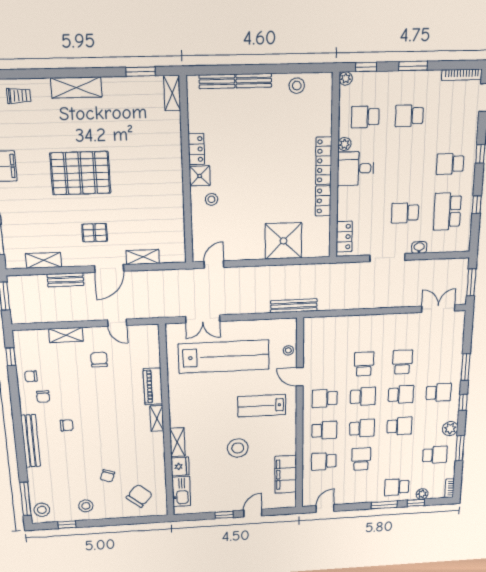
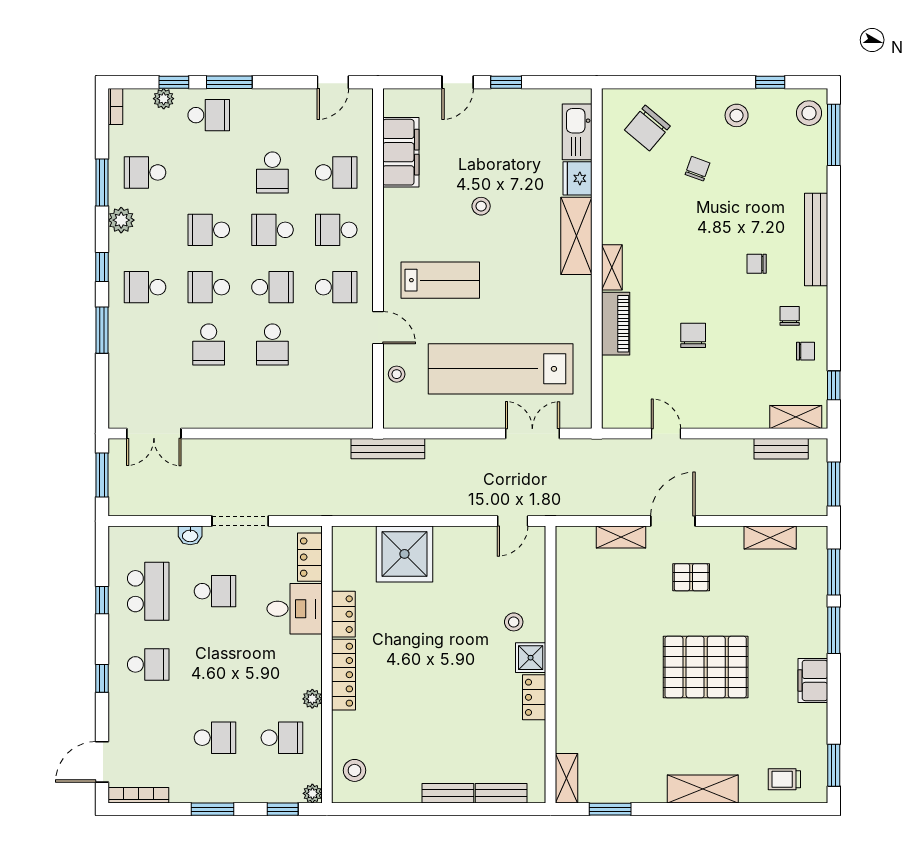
stool: (297, 86) -> (355, 770), moved
desk: (356, 169) -> (295, 609), moved
bench: (65, 280) -> (781, 449), moved
shelving: (66, 335) -> (796, 417), moved
chair: (99, 360) -> (693, 335), moved, turned 180
school desk: (363, 396) -> (272, 287), turned 180
shelving: (177, 442) -> (576, 236), width x1.50, depth x1.33
stool: (238, 448) -> (481, 206), width x0.53, depth x0.53

